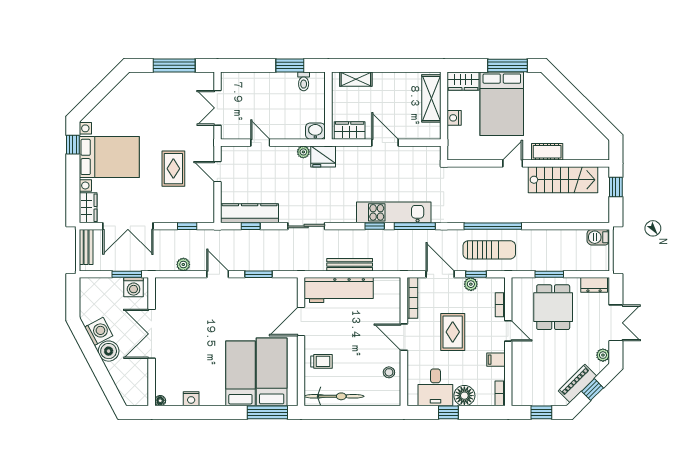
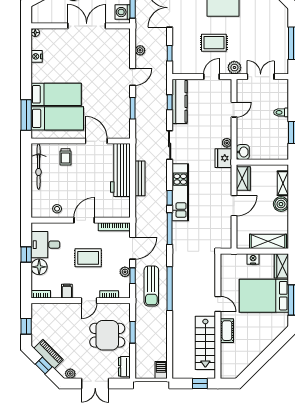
toilet: (304, 81) -> (281, 112), moved
boiler: (383, 82) -> (281, 204), added
plant: (206, 142) -> (234, 68), added
kitchen unit: (394, 212) -> (180, 192), moved

